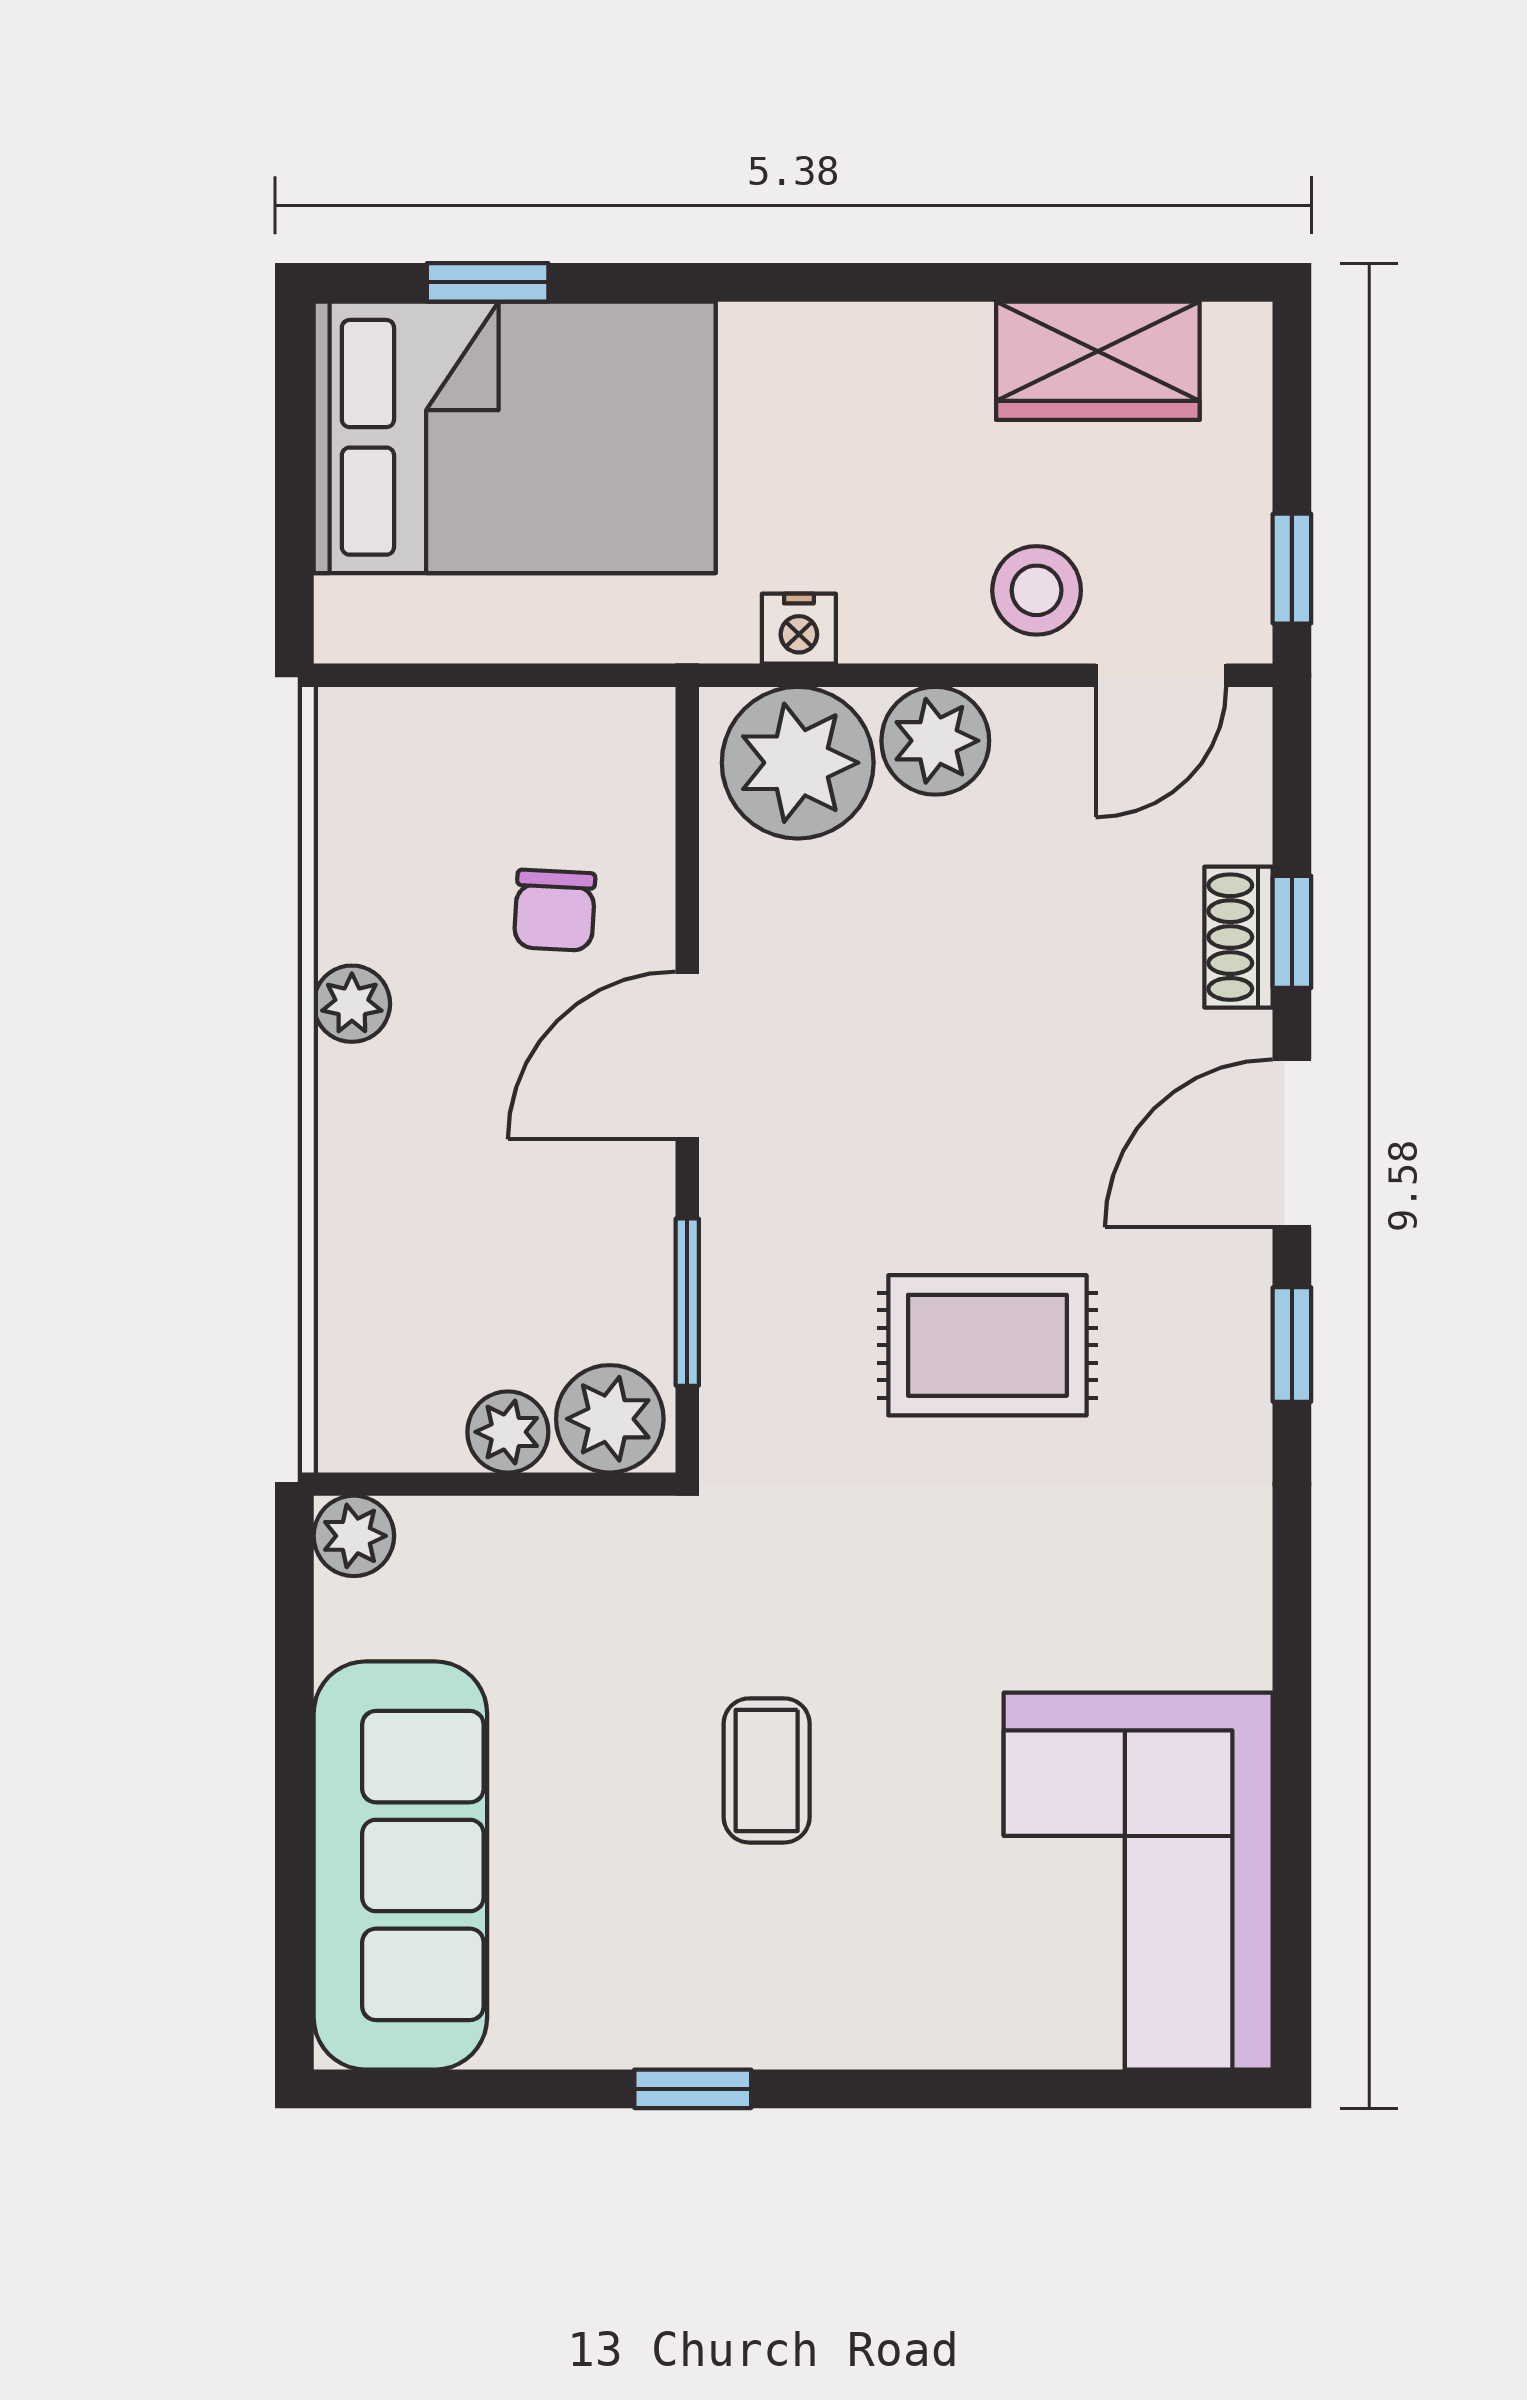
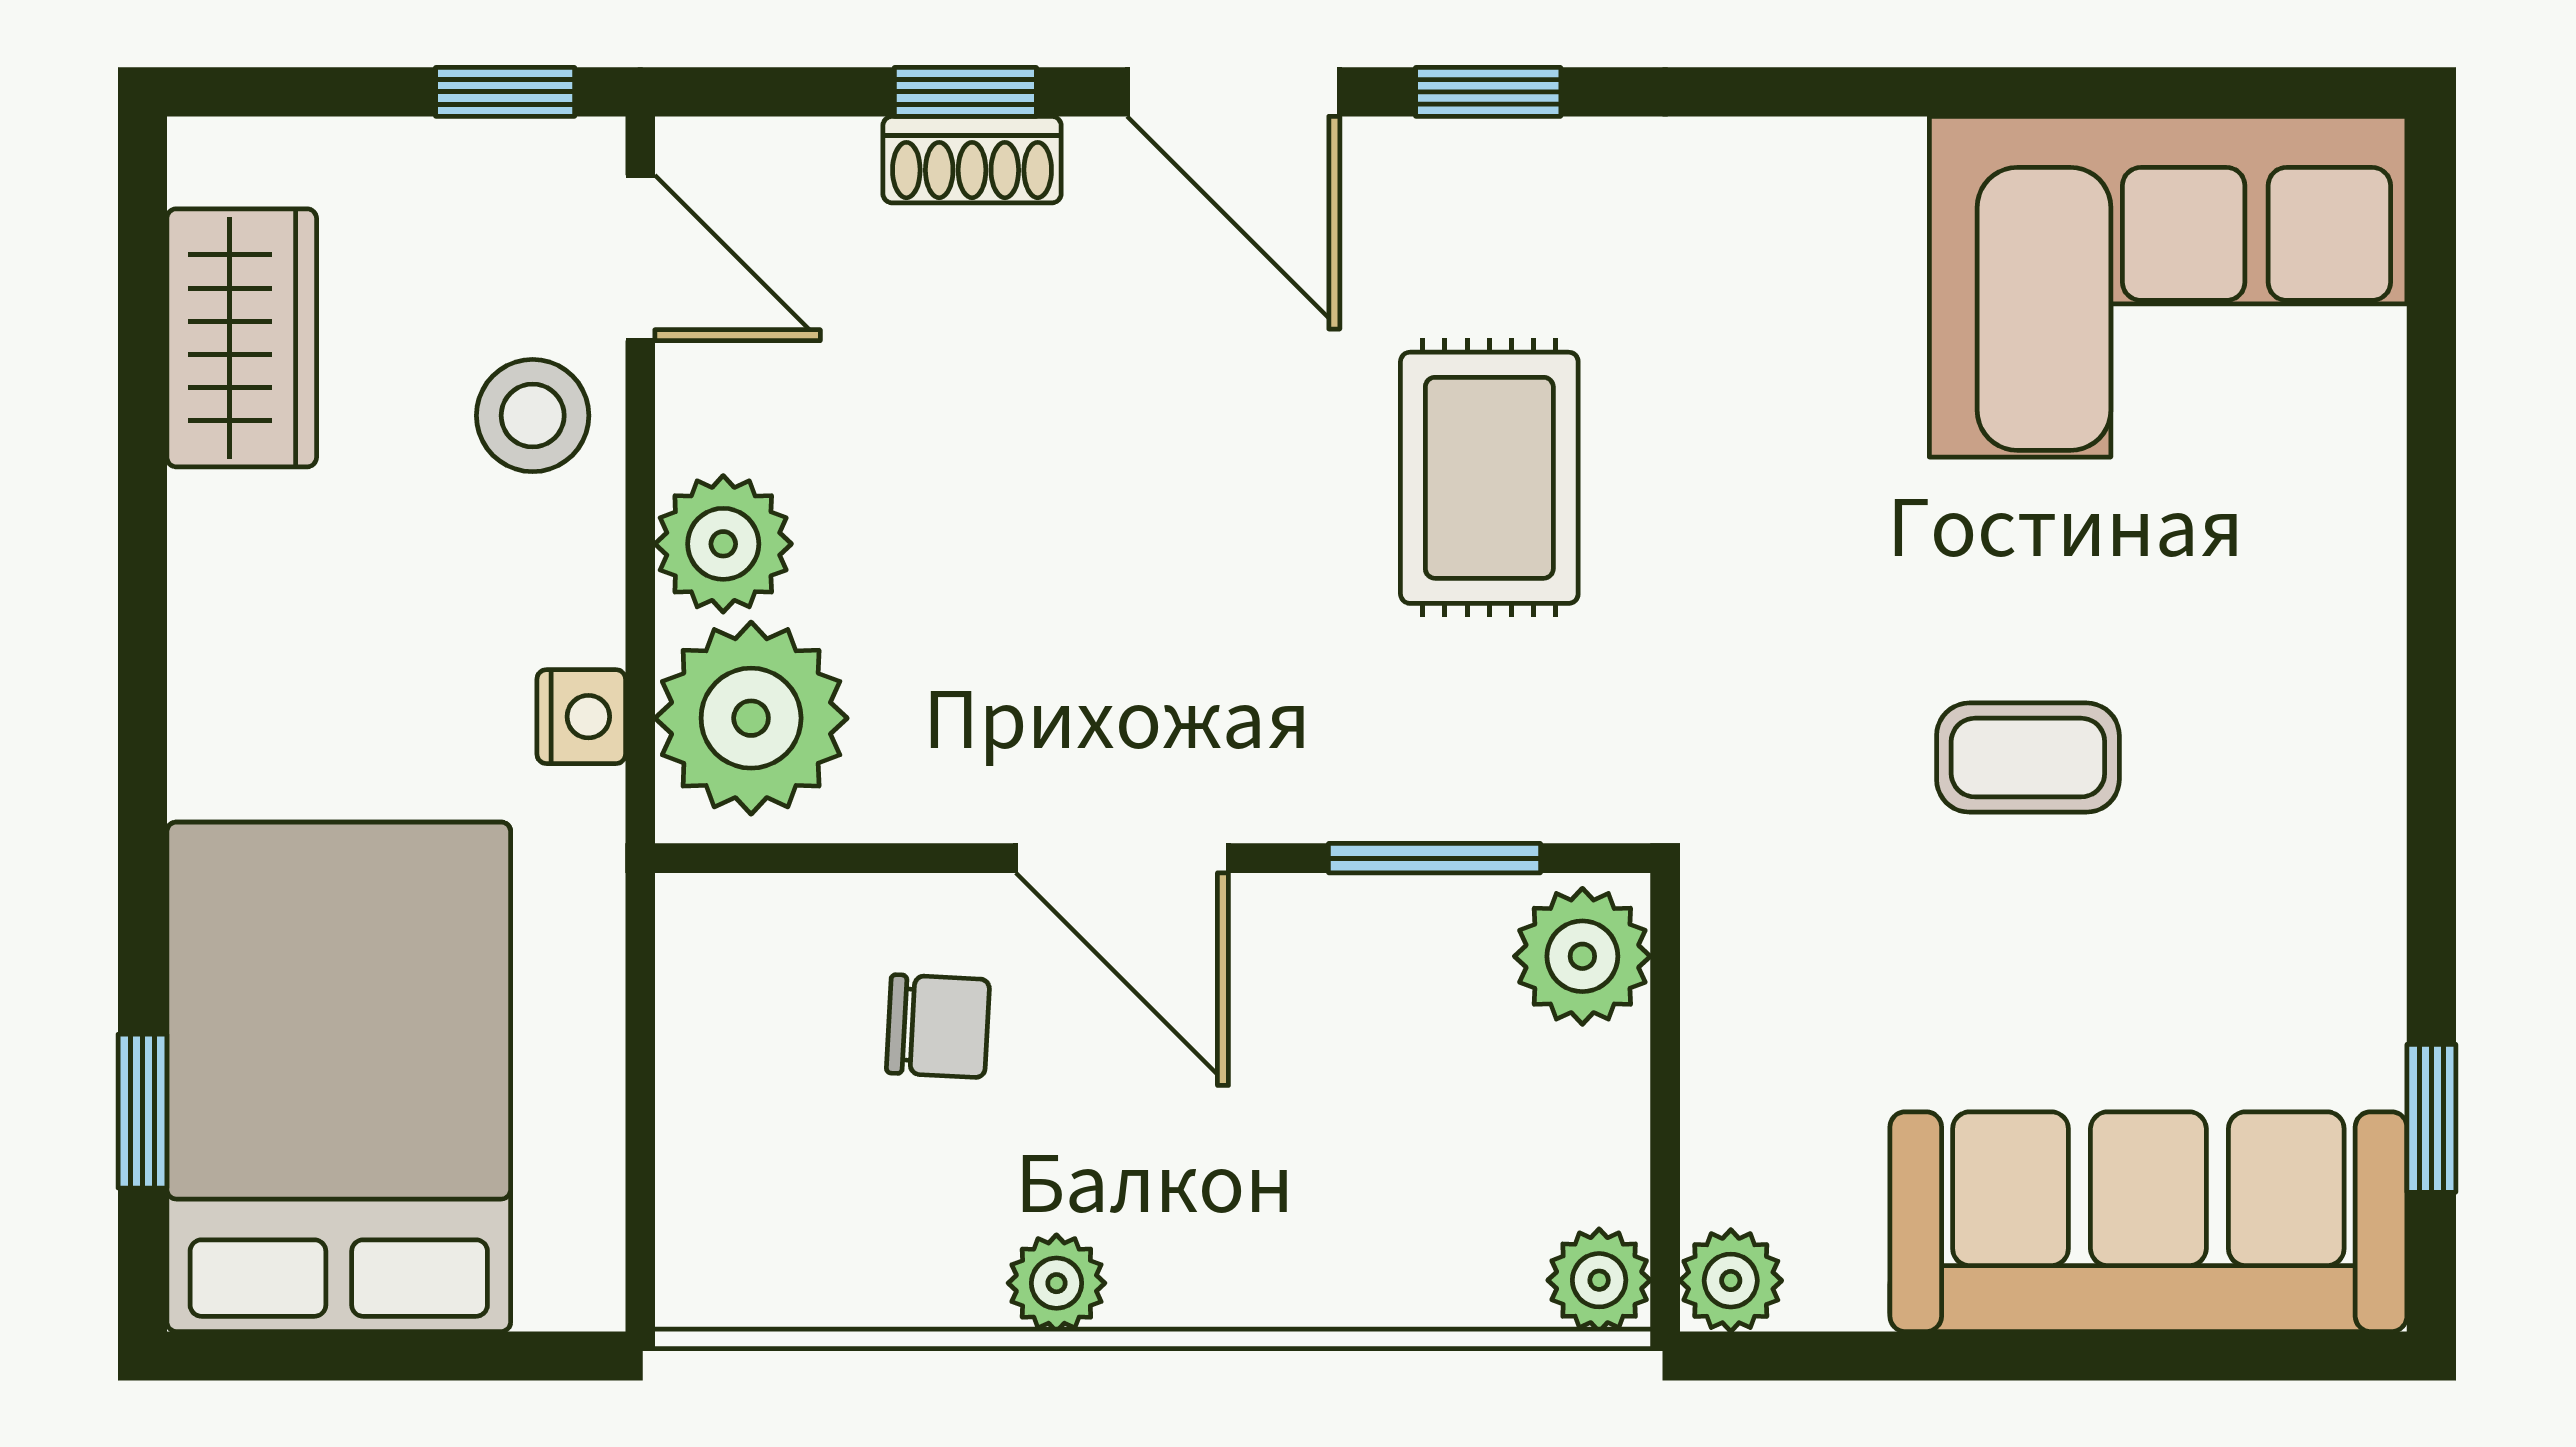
plant: (508, 1432) -> (1599, 1280), moved
window: (693, 2089) -> (2431, 1118), moved

